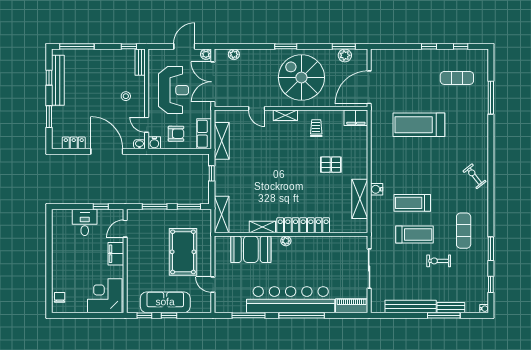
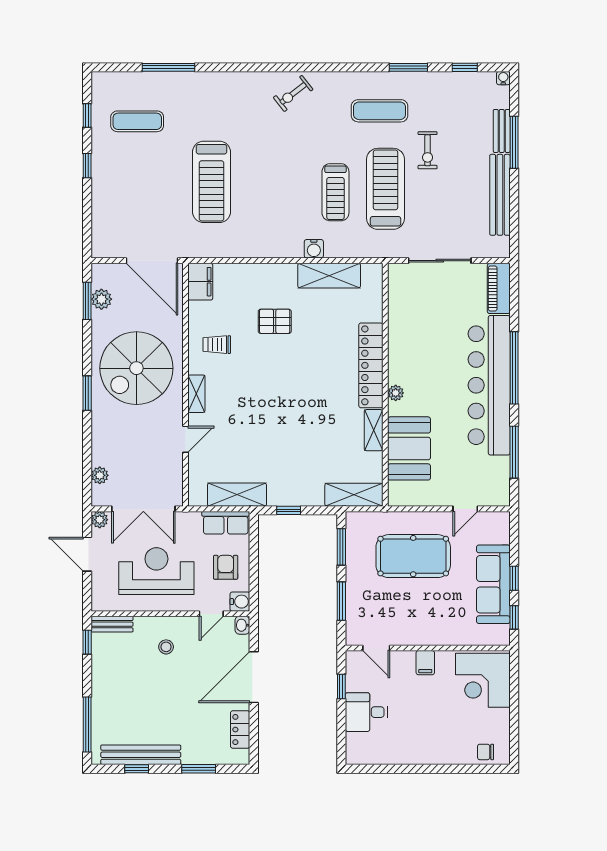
exercise mat: (457, 78) -> (137, 121), turned 90
pallet: (331, 165) -> (275, 321), turned 90
treadmill: (414, 234) -> (386, 189), width x1.37, depth x1.38
filing cabinet: (116, 254) -> (425, 663), width x0.50

